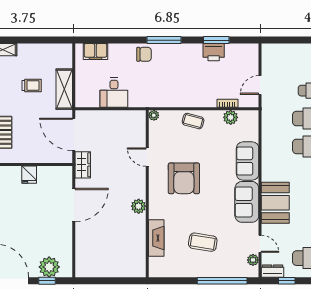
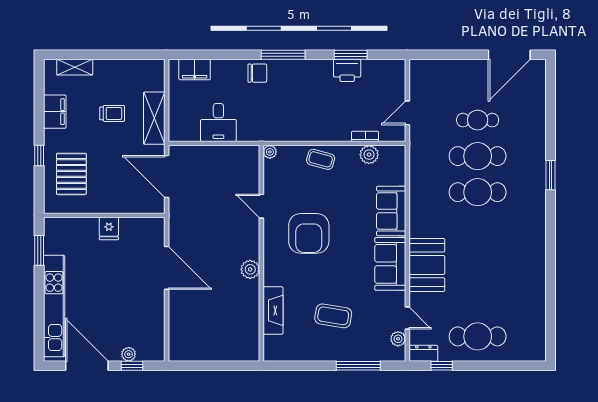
wardrobe: (83, 165) -> (178, 216), removed
door: (74, 205) -> (167, 268), hinge flipped
plant: (49, 267) -> (129, 354), width x0.53, depth x0.53
window: (222, 281) -> (358, 366), width x0.68

